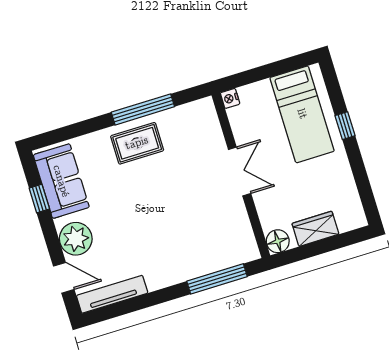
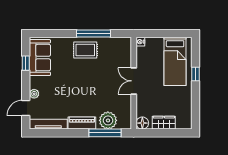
double door: (240, 171) -> (134, 81), swing flipped
plant: (76, 239) -> (34, 94), width x0.53, depth x0.53
plant: (216, 255) -> (108, 120), added
piano: (171, 274) -> (82, 123), added
door: (64, 278) -> (26, 108), swing flipped

